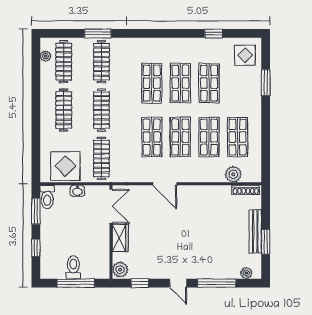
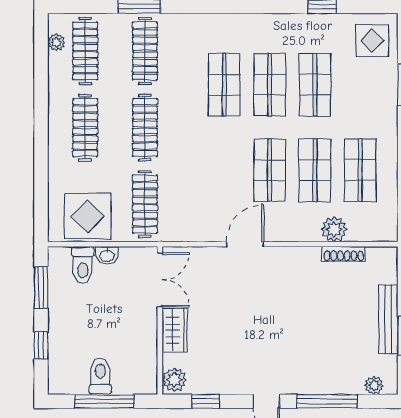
shop shelf: (152, 137) -> (224, 170), removed
plant: (233, 174) -> (334, 229), moved
door: (165, 184) -> (245, 244), swing flipped
shoe rack: (246, 190) -> (344, 254), moved
toilet: (47, 197) -> (83, 265), moved

